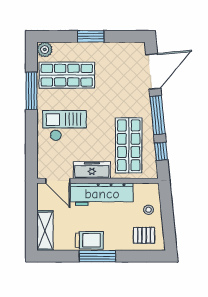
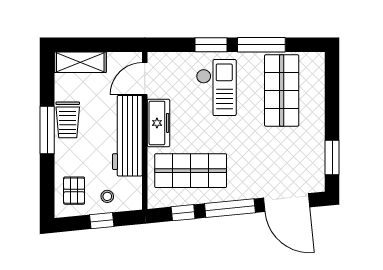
window: (91, 36) -> (332, 157), moved
plant: (45, 50) -> (315, 62), removed
window: (31, 130) -> (211, 45), added
window: (167, 214) -> (102, 221), added

